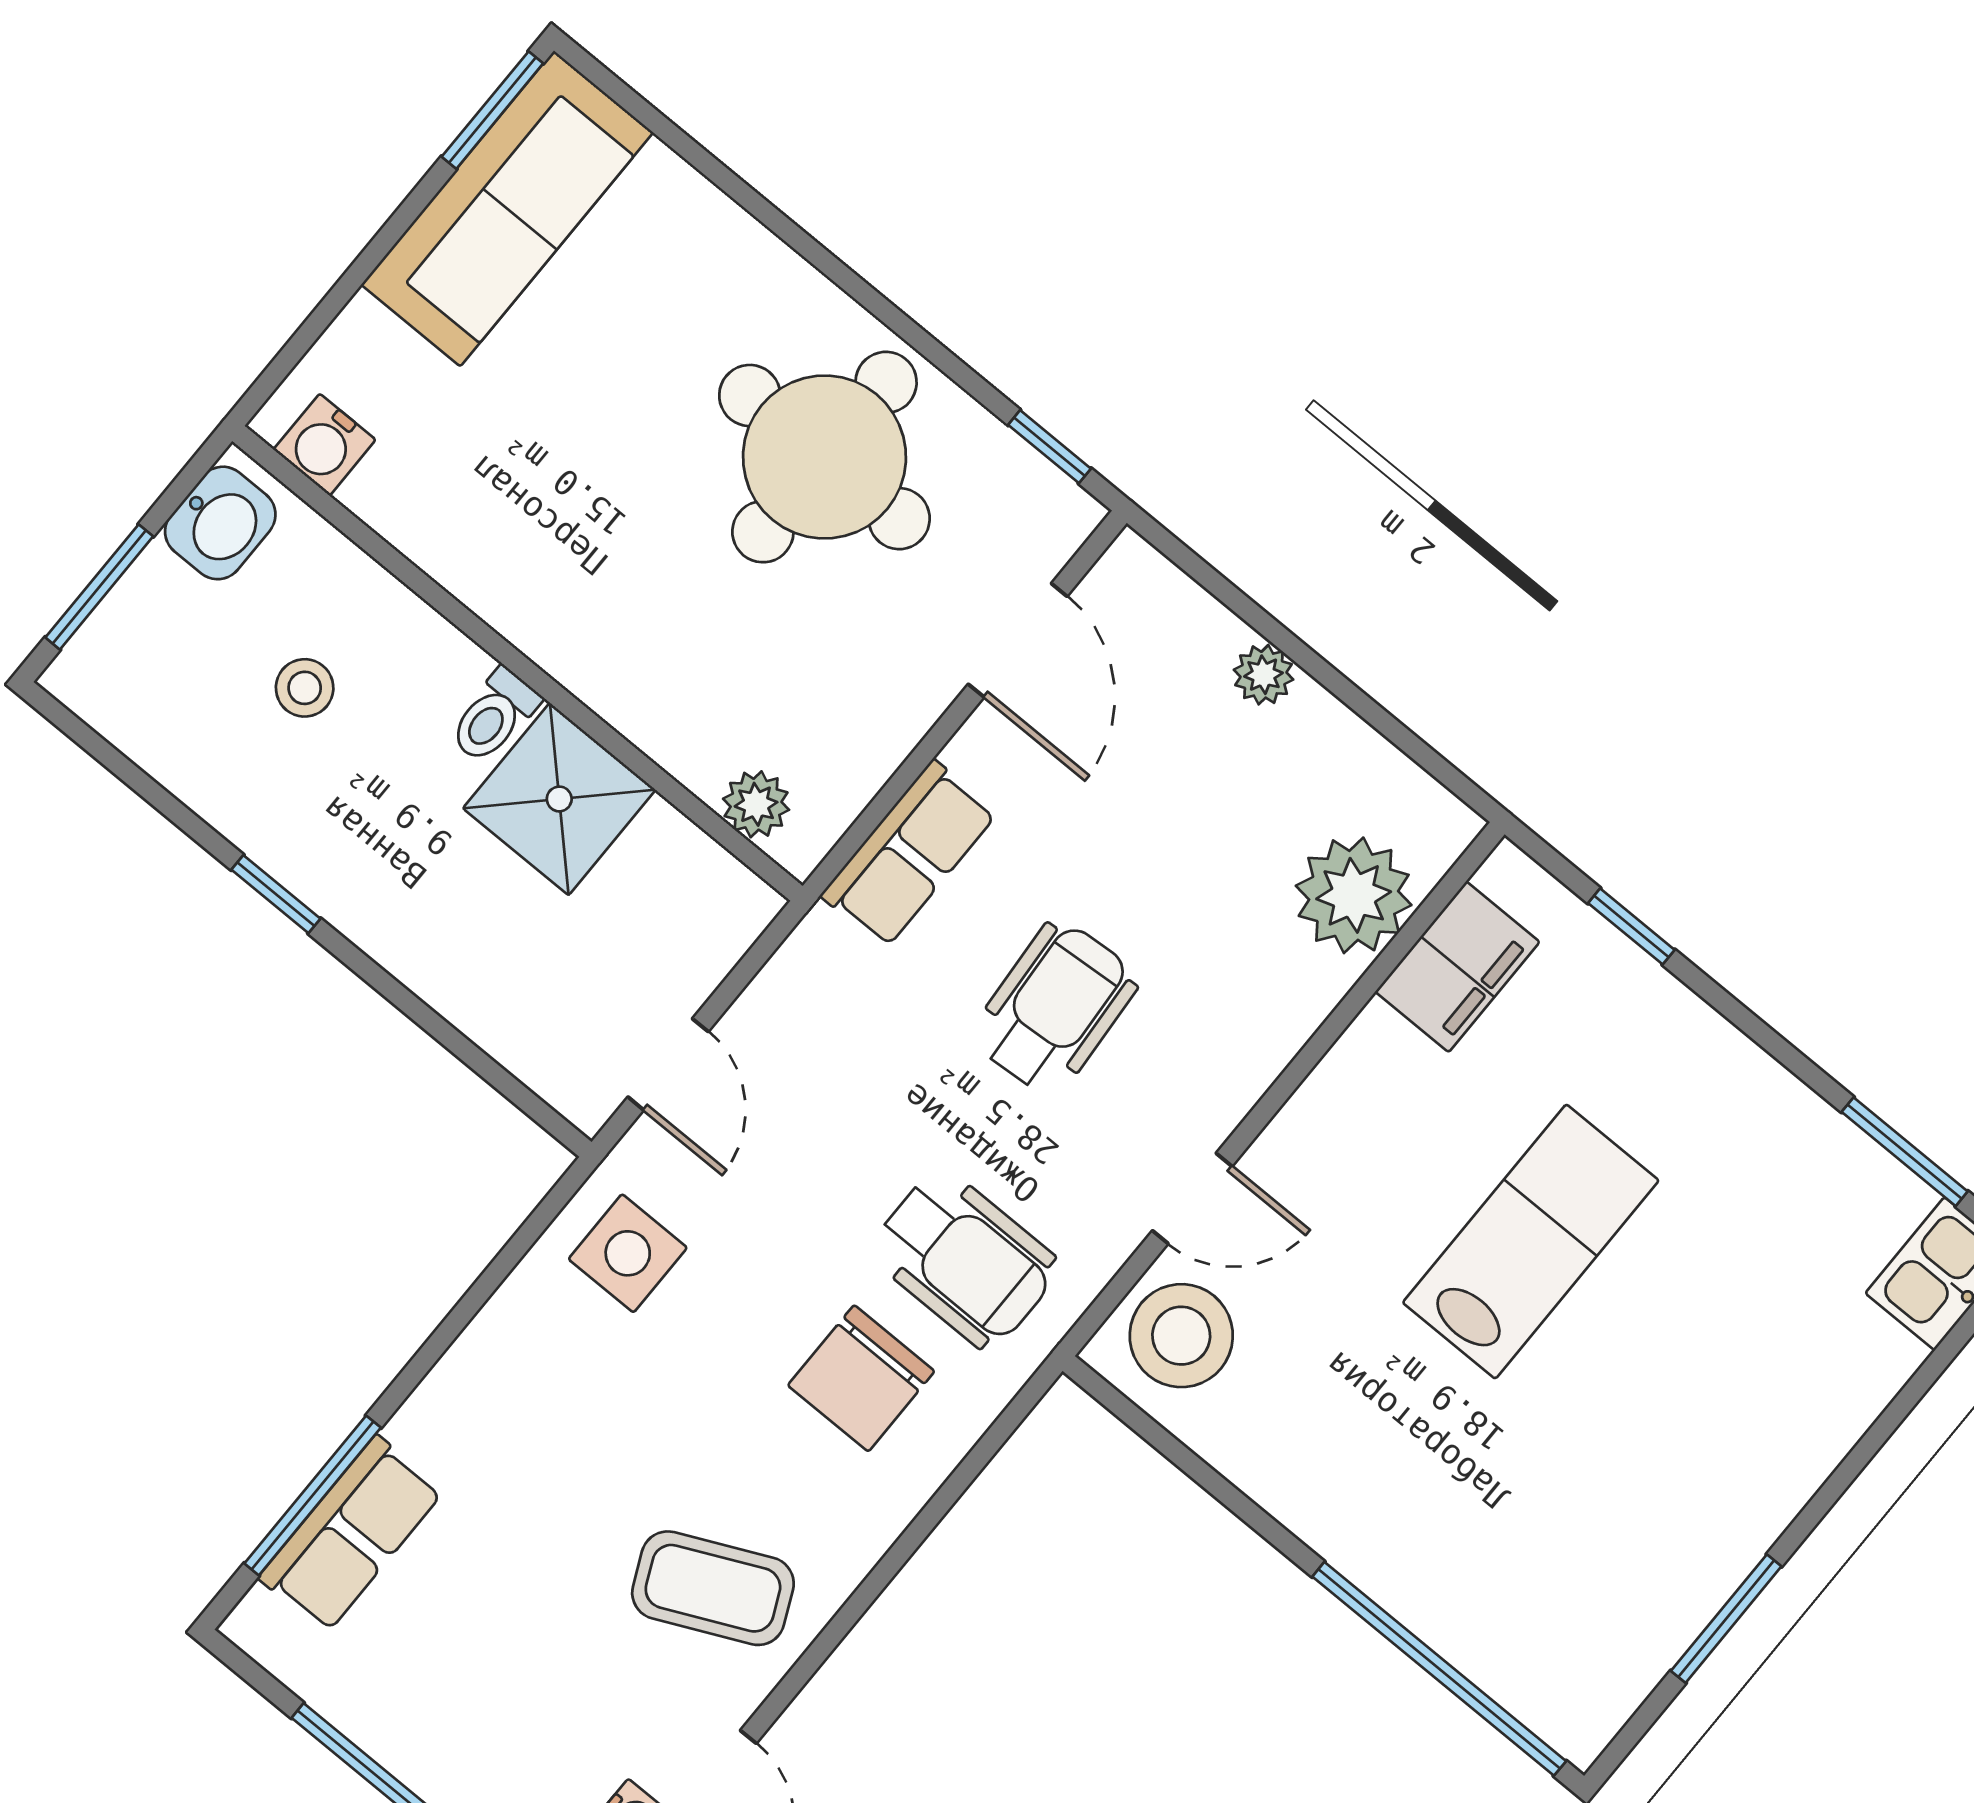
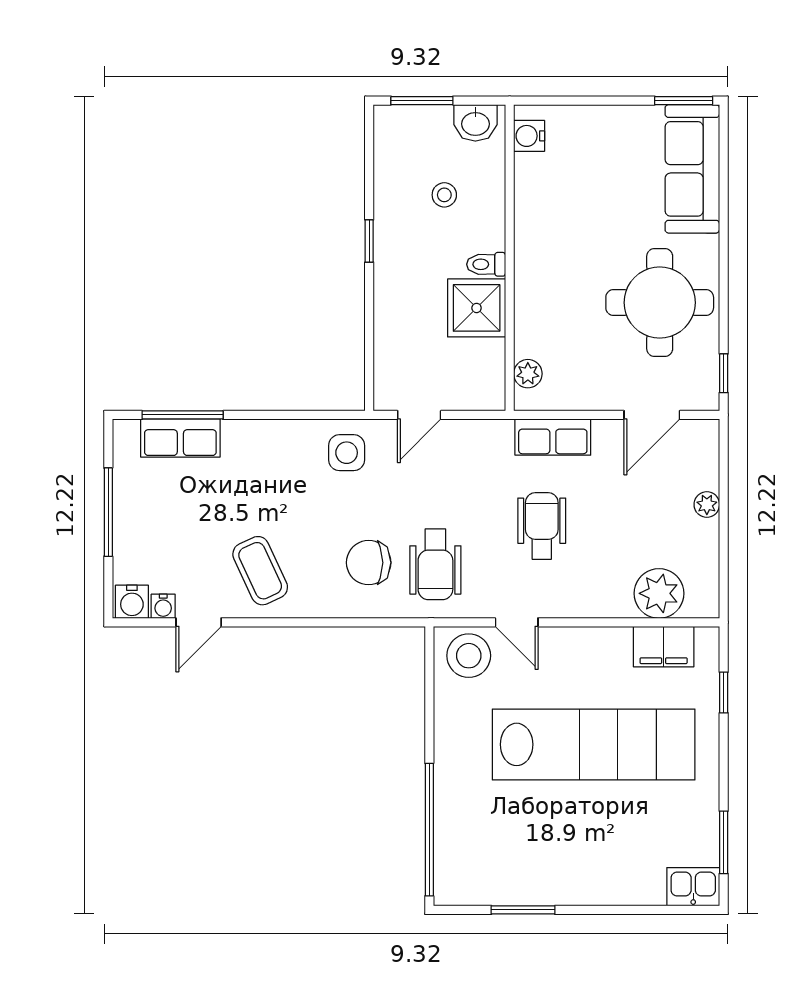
sofa: (507, 209) -> (692, 169), moved, turned 90
wheelchair: (1055, 1008) -> (542, 526), turned -86
lab bench: (1531, 1242) -> (594, 744), width x1.86, depth x1.39

